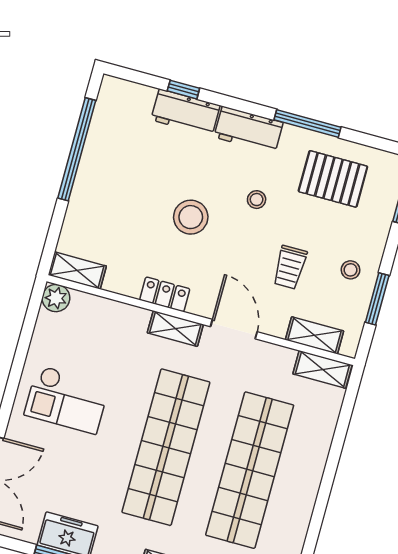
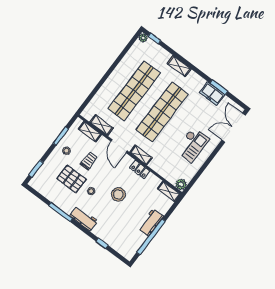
workbench: (186, 113) -> (151, 222), moved, turned -90
pallet: (333, 179) -> (72, 179), moved
shelving: (322, 369) -> (102, 125), moved
checkout: (67, 400) -> (192, 145), turned 90

